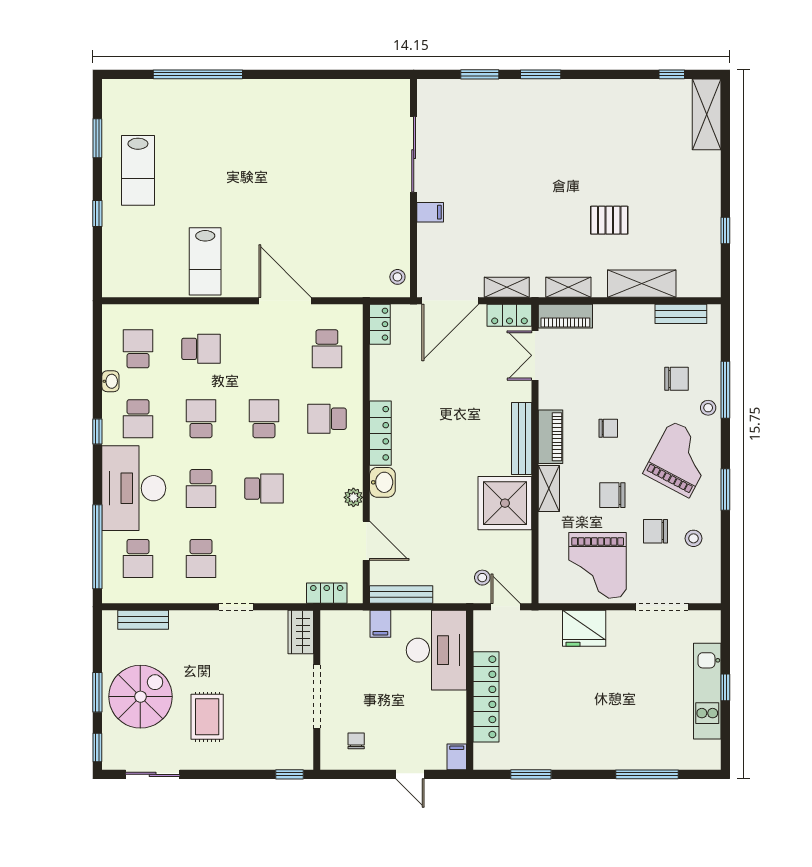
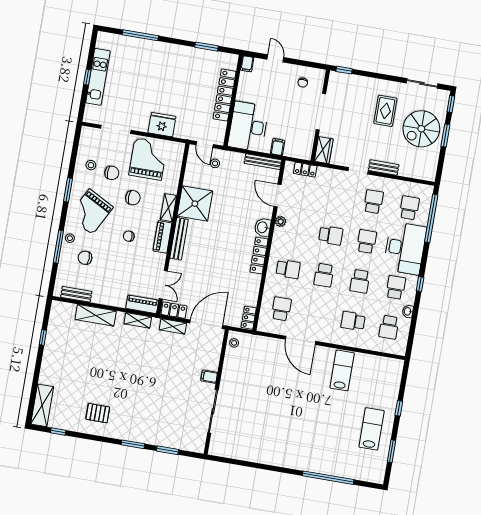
pallet: (609, 220) -> (98, 413), moved
school desk: (264, 489) -> (331, 235), turned 180
bench: (143, 620) -> (384, 167), moved

